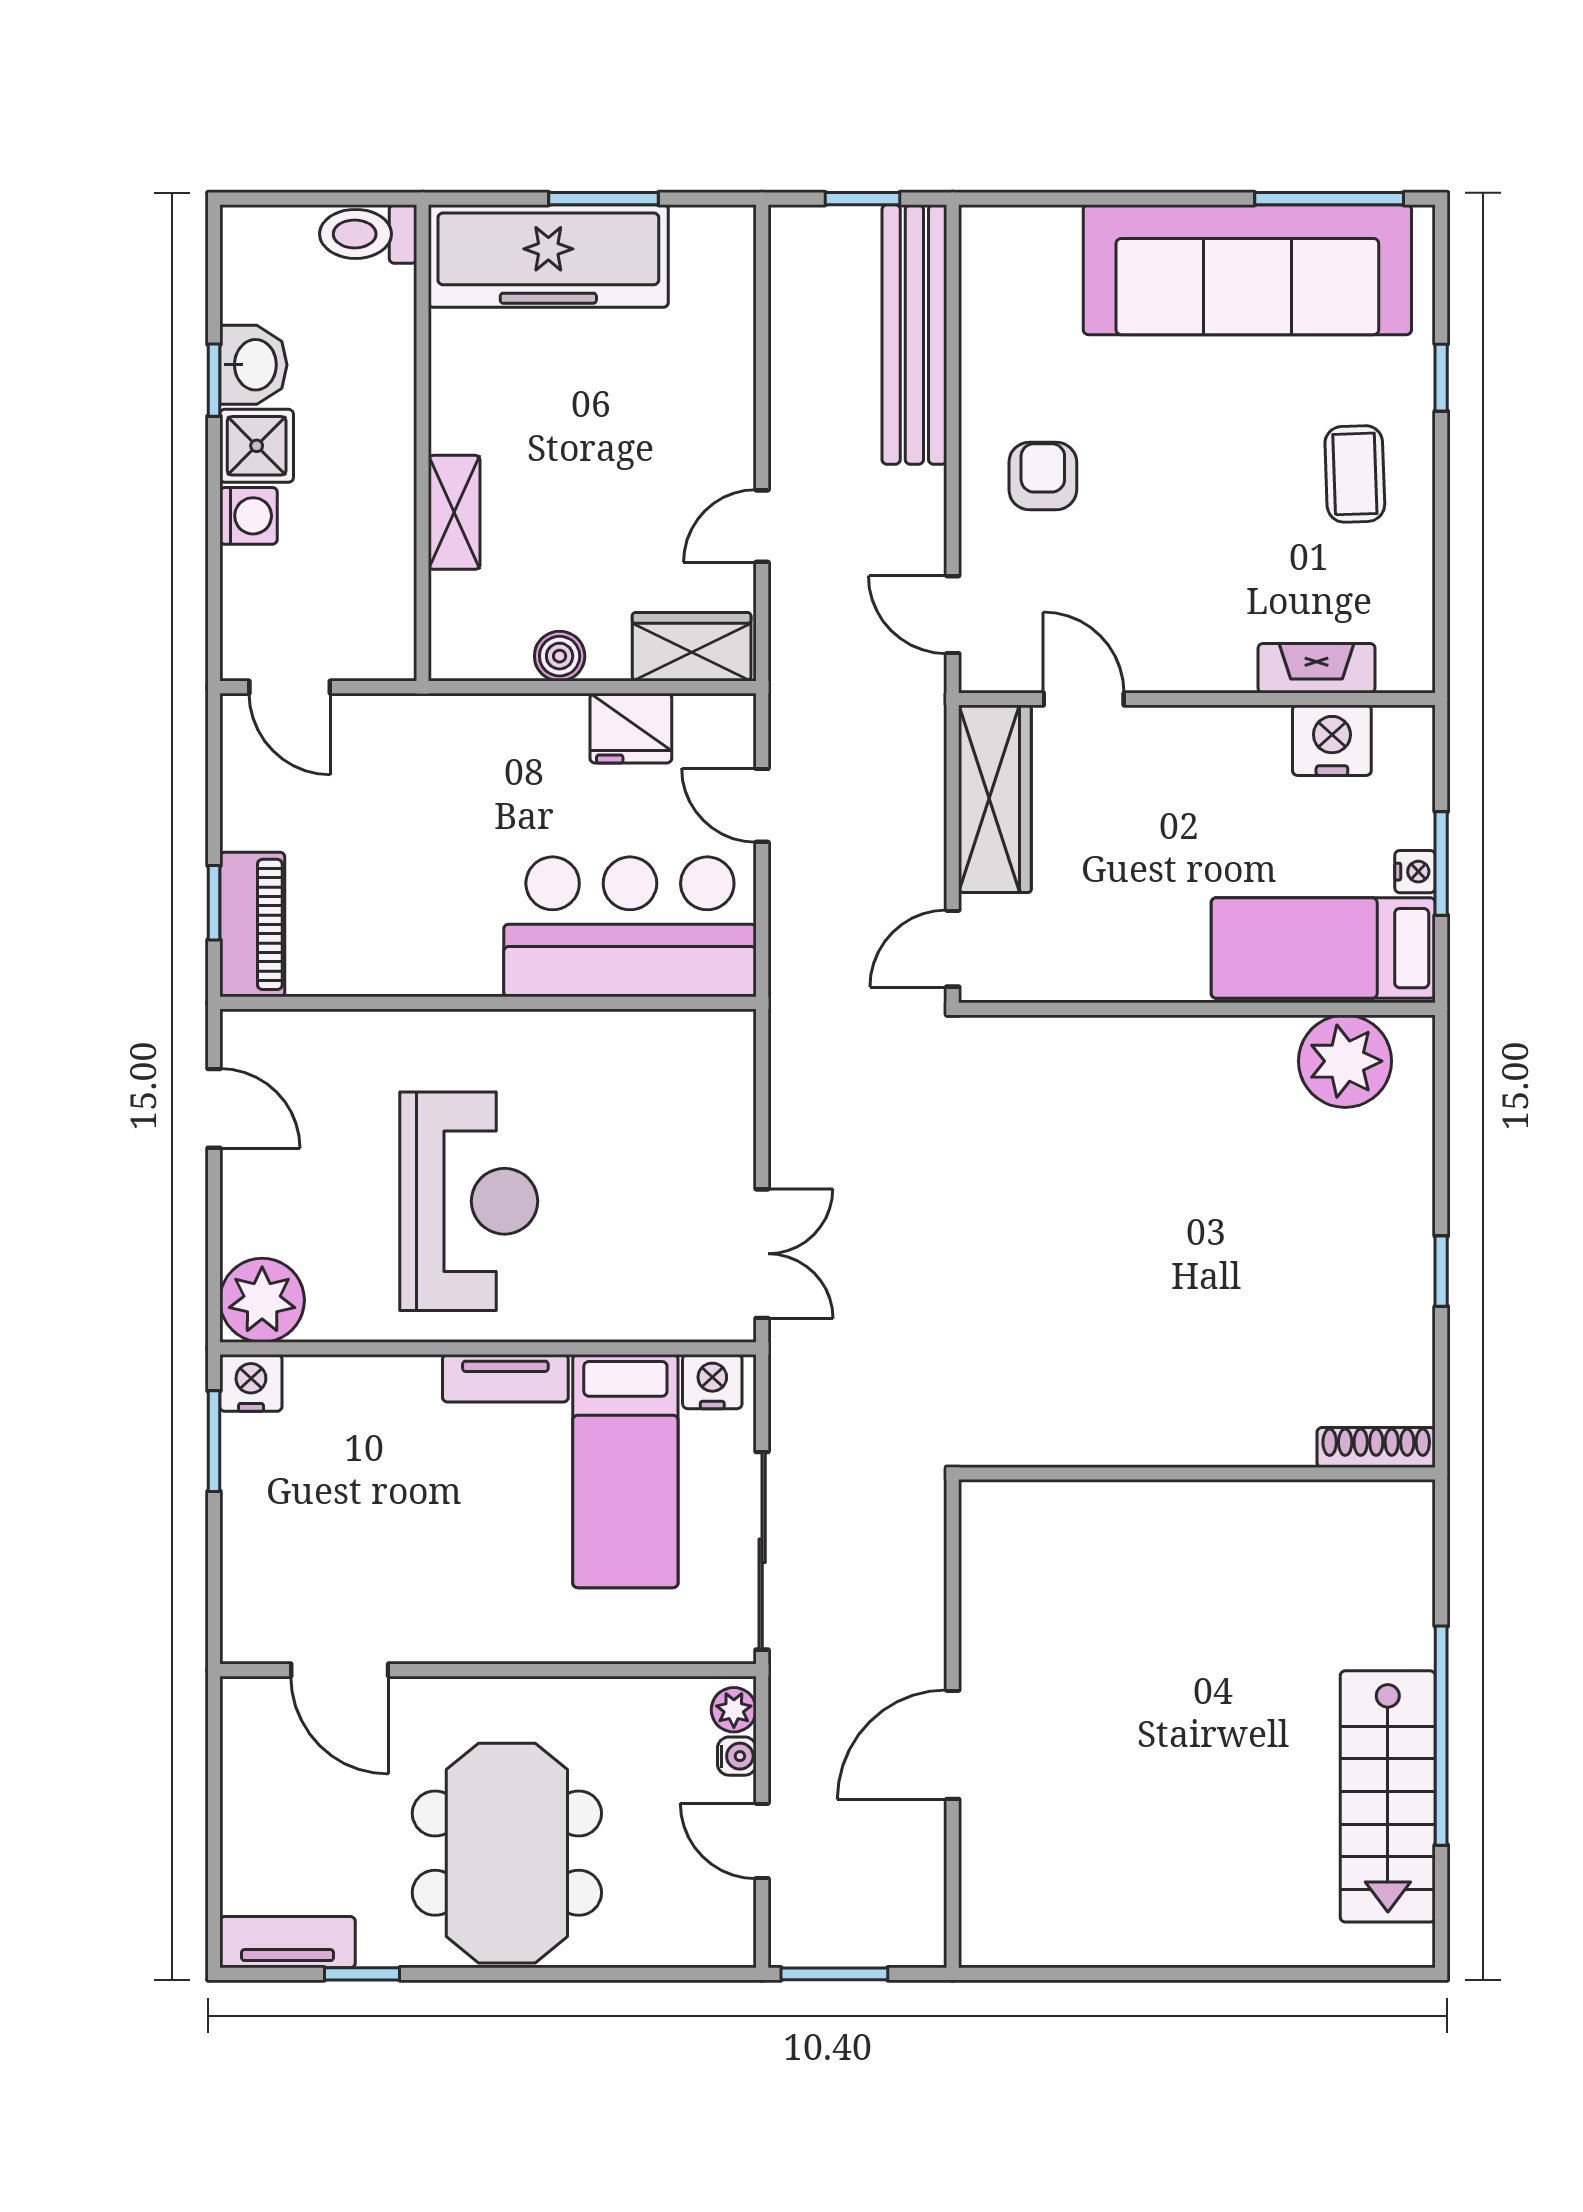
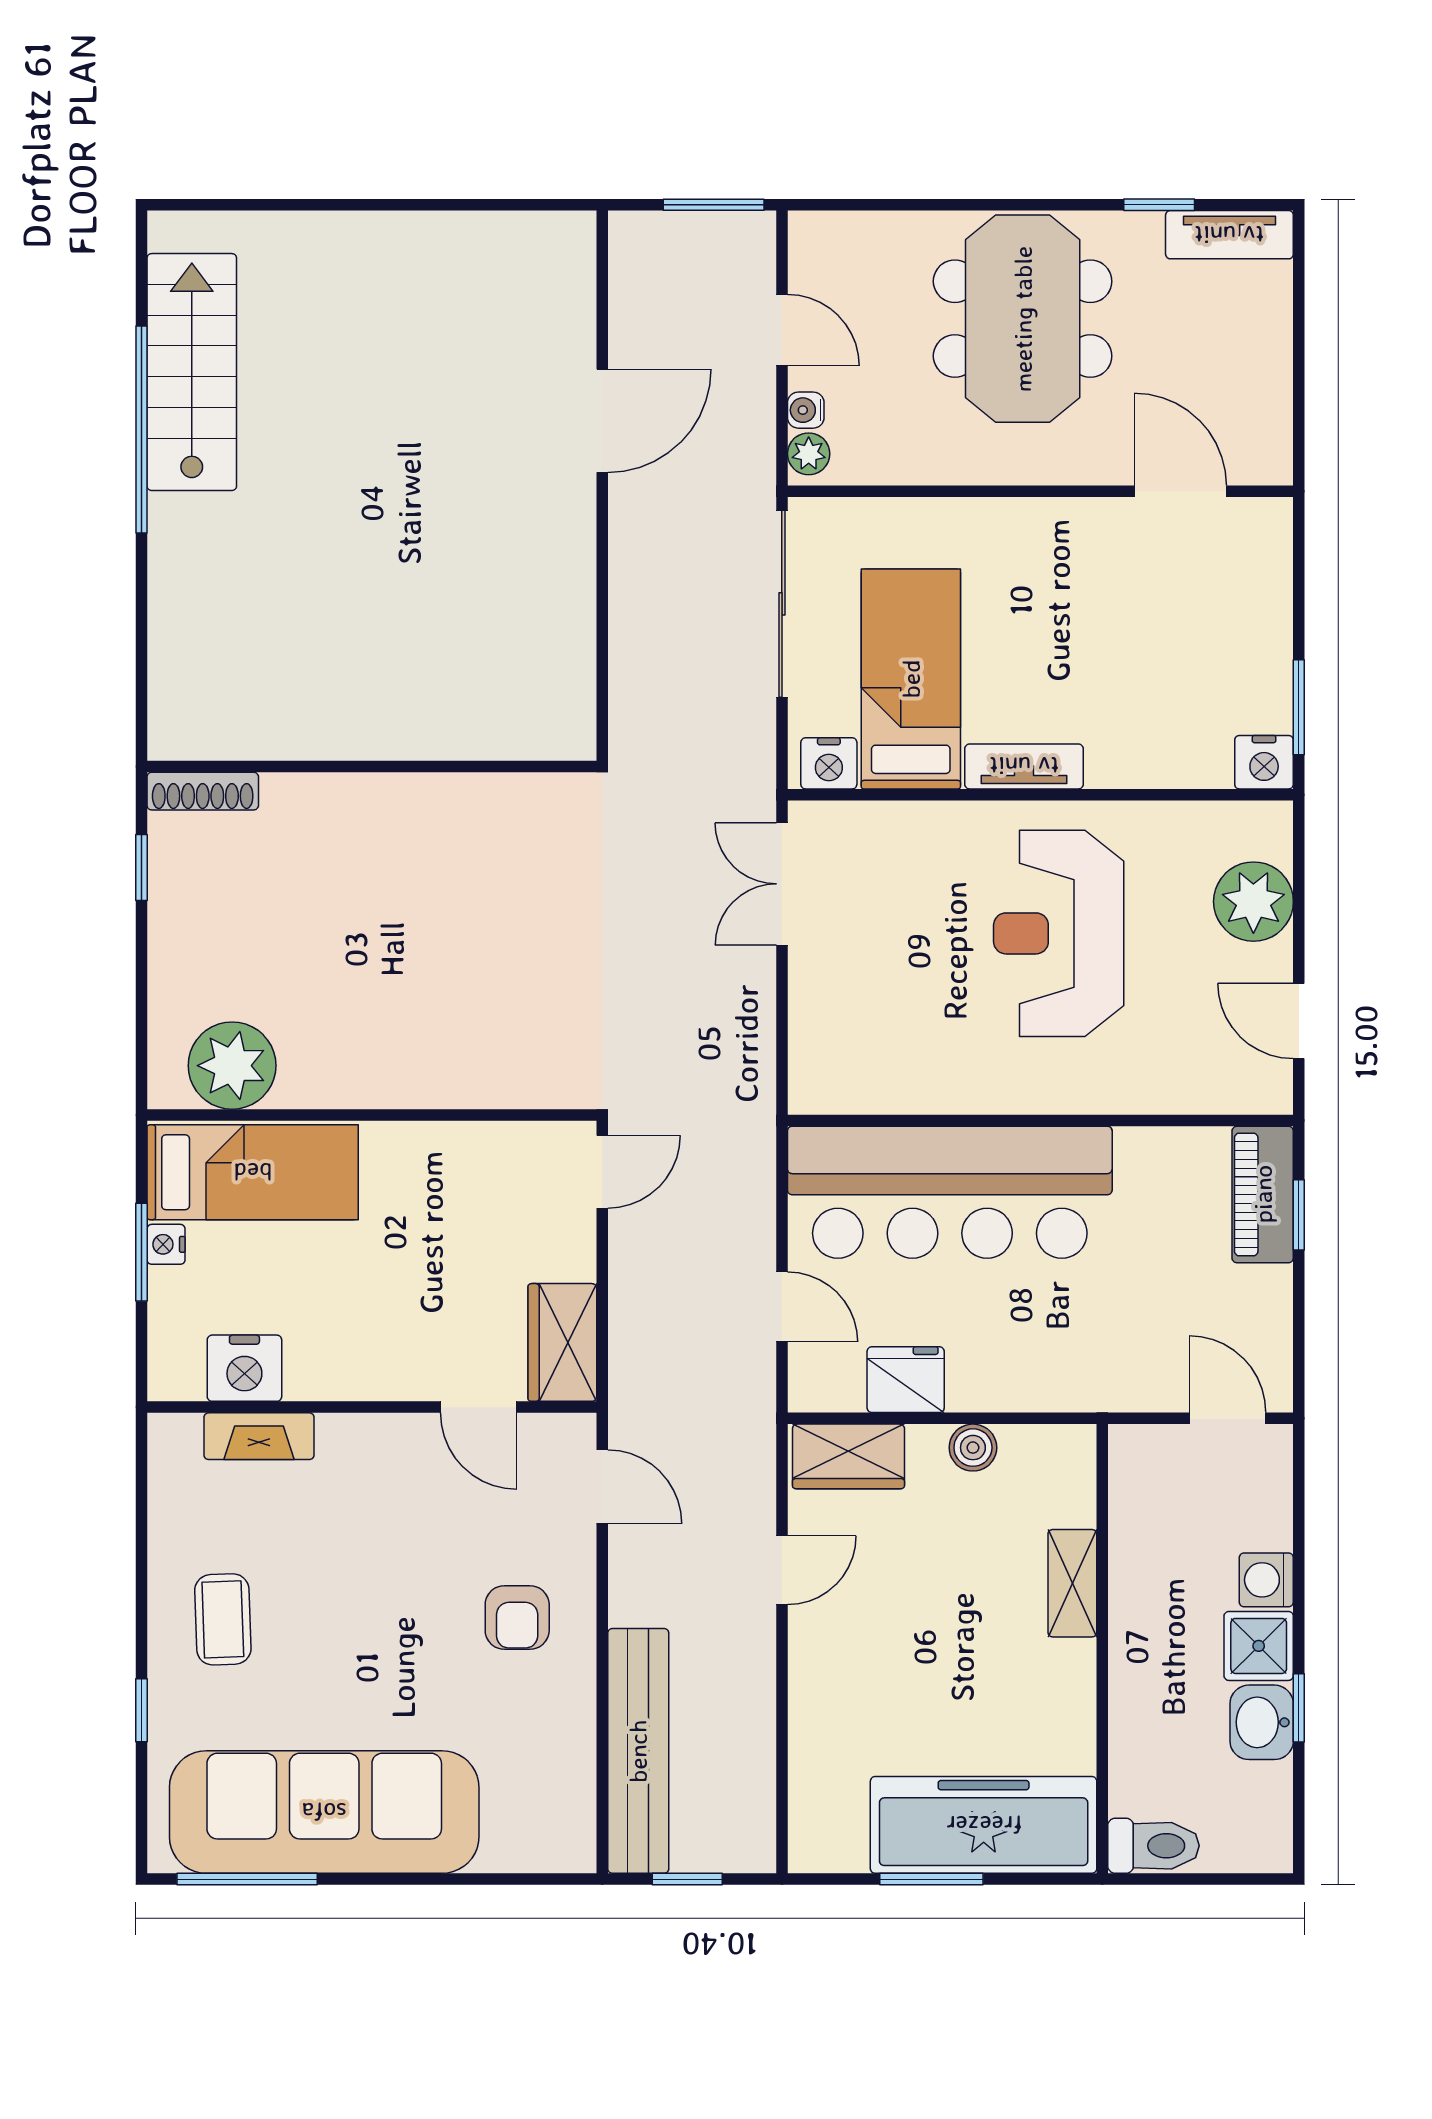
wardrobe: (995, 799) -> (562, 1342), width x0.67
bar counter: (630, 927) -> (950, 1192), width x1.36
plant: (262, 1300) -> (1253, 902), moved
shoe rack: (1376, 1447) -> (203, 791), moved
wall: (1197, 1473) -> (372, 767), moved

